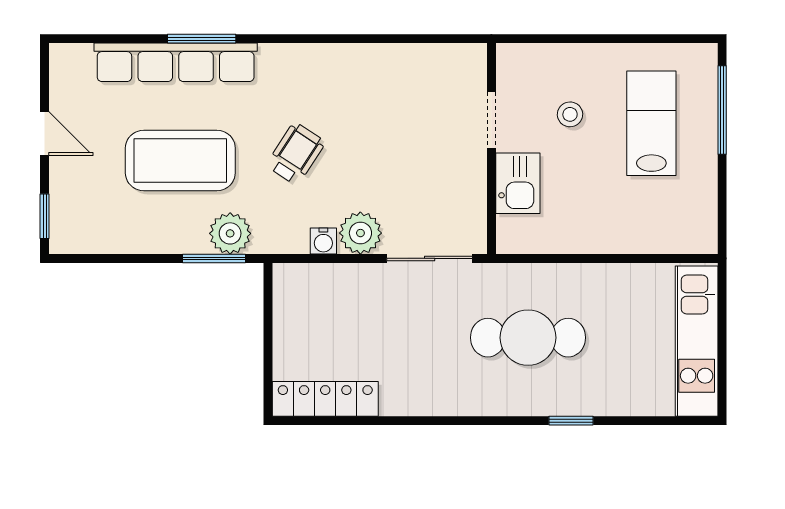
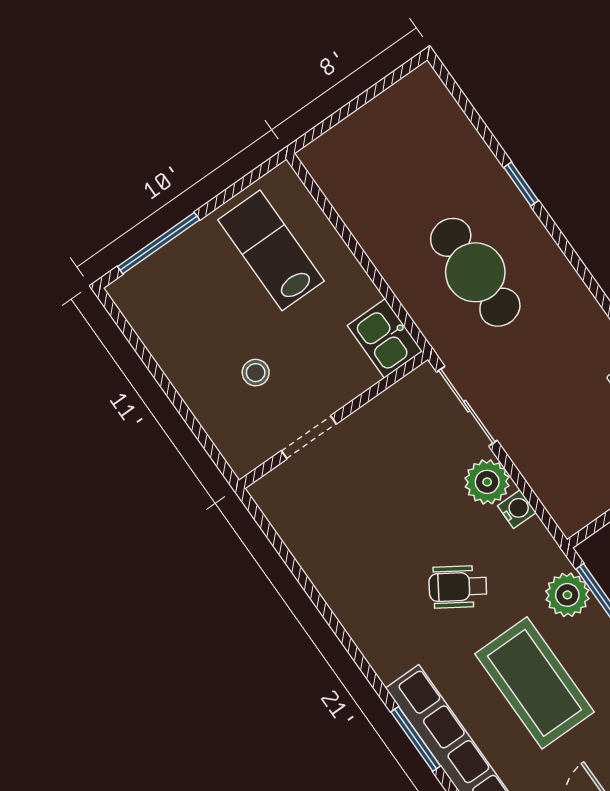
lab bench: (651, 123) -> (271, 250), moved, turned 90
kitchen sink: (518, 183) -> (385, 339), moved, turned -90
kitchen unit: (697, 341) -> (375, 124), removed

